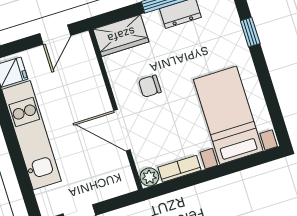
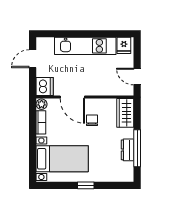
window: (250, 32) -> (86, 185), moved
door: (122, 130) -> (72, 97), swing flipped
dishwasher: (119, 181) -> (45, 87), added

